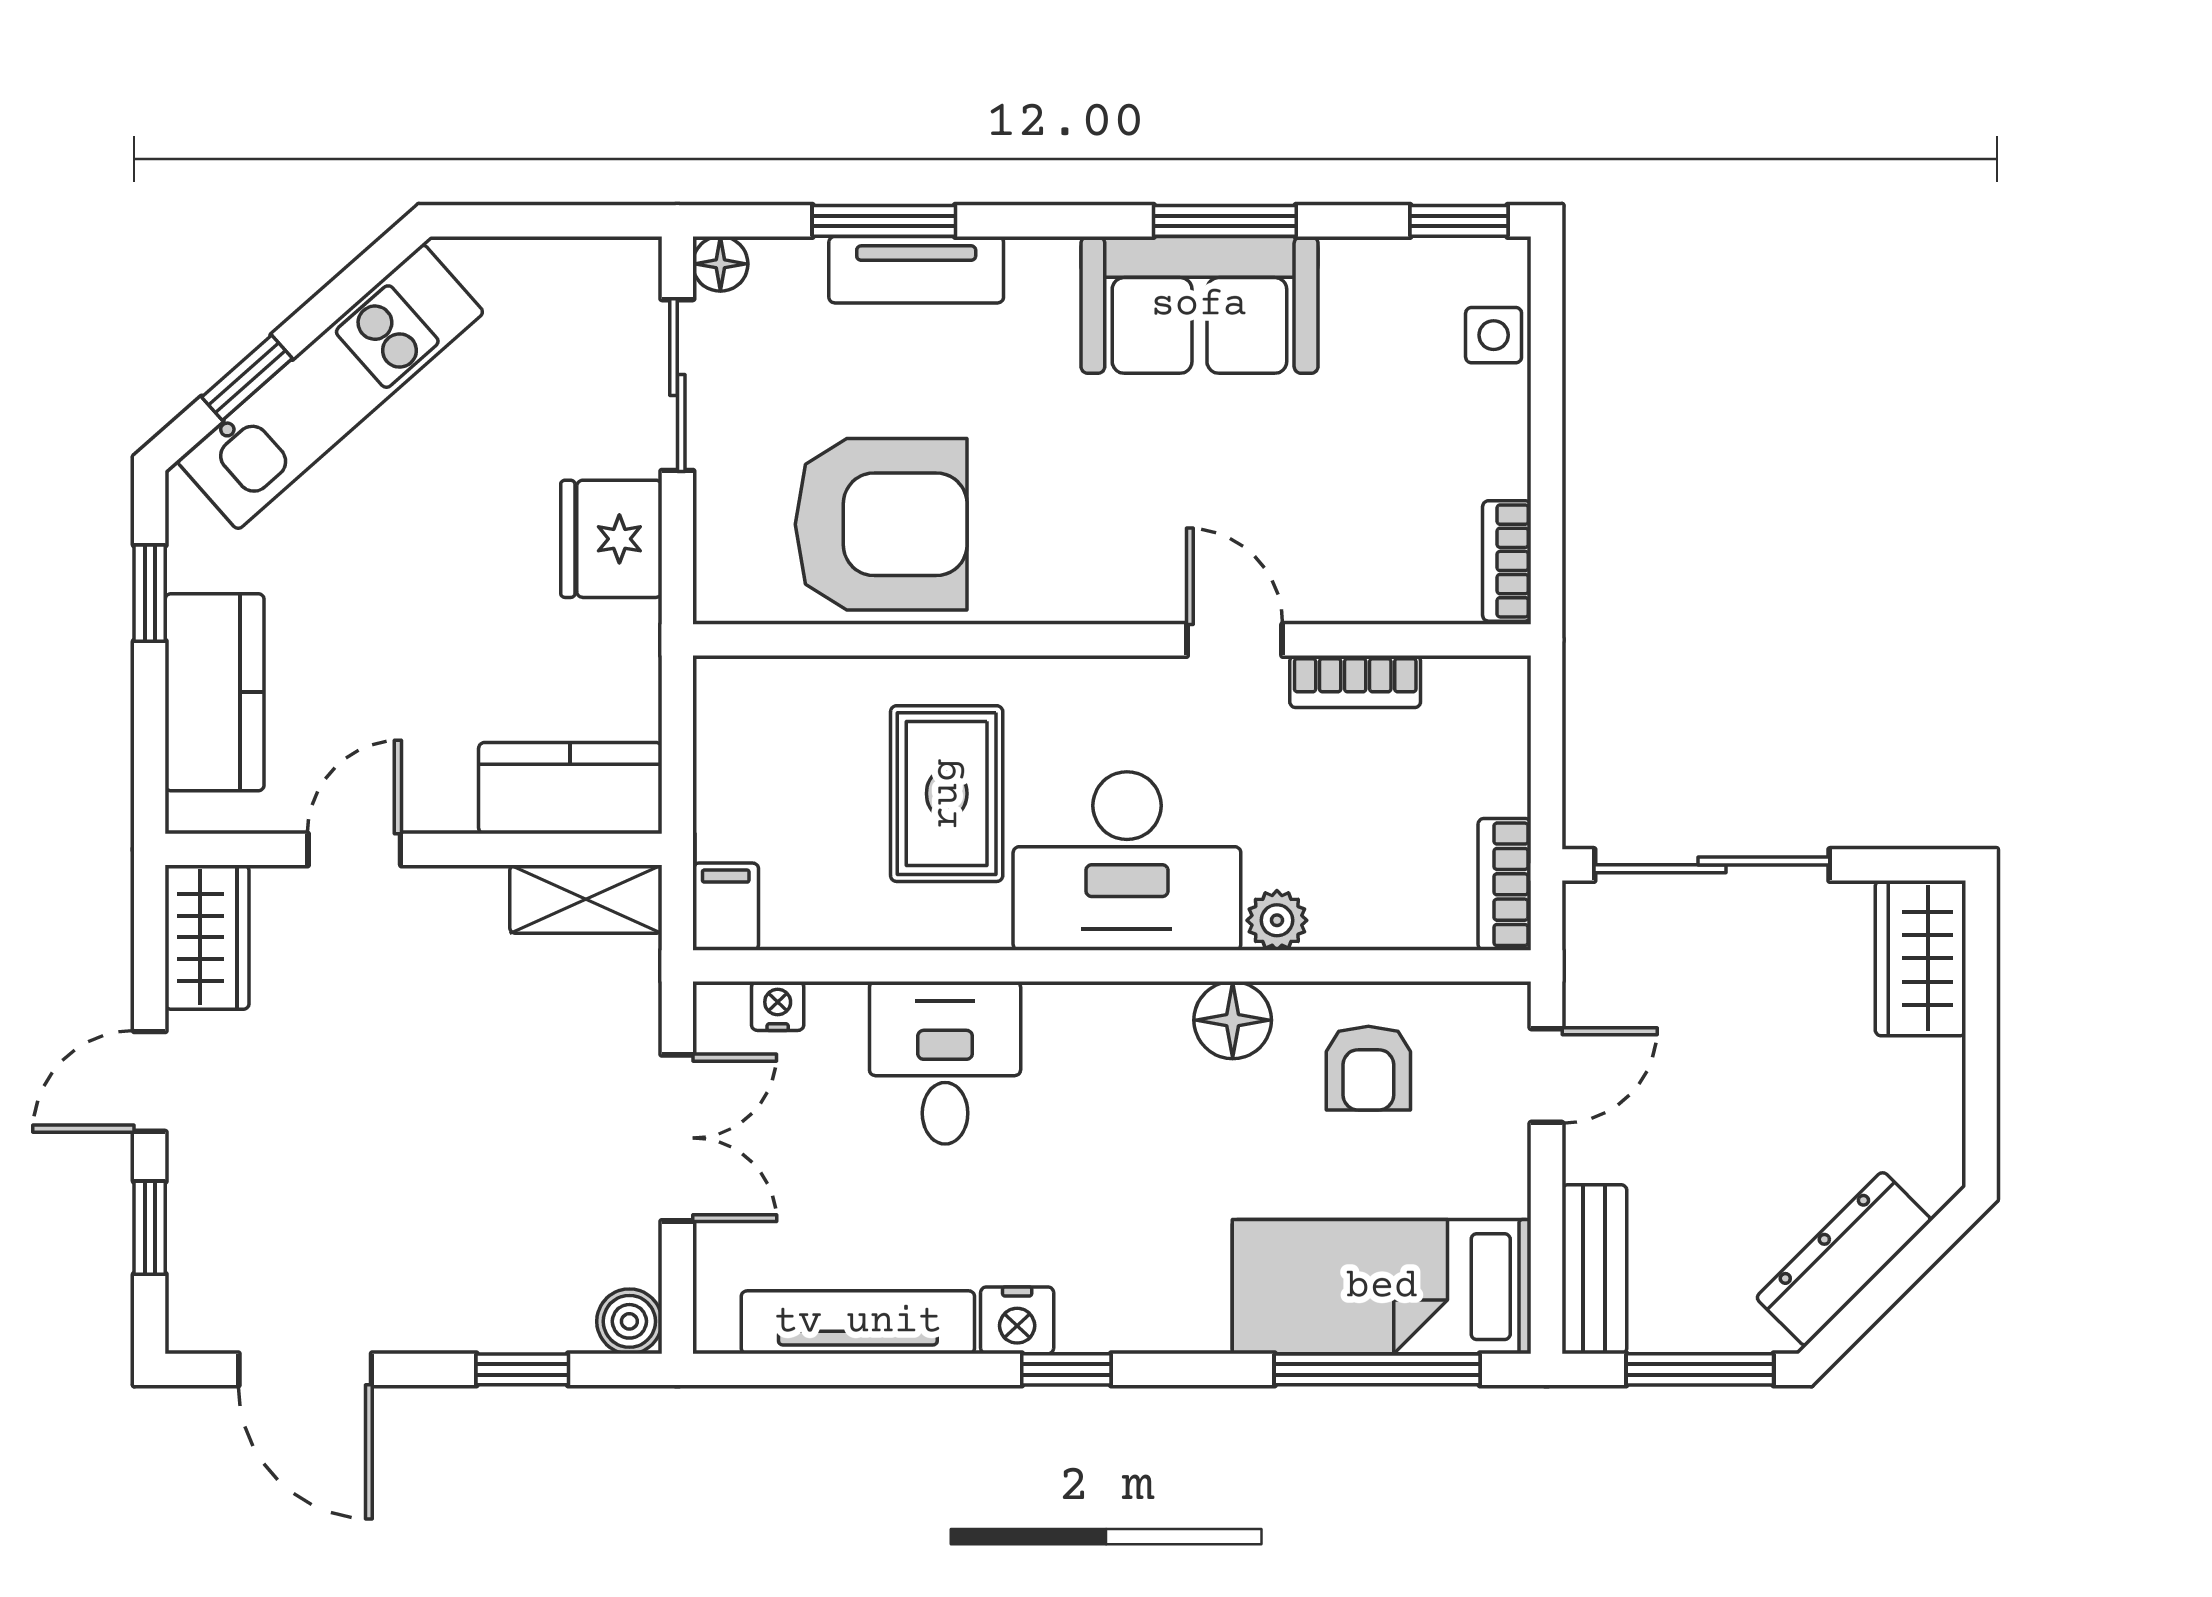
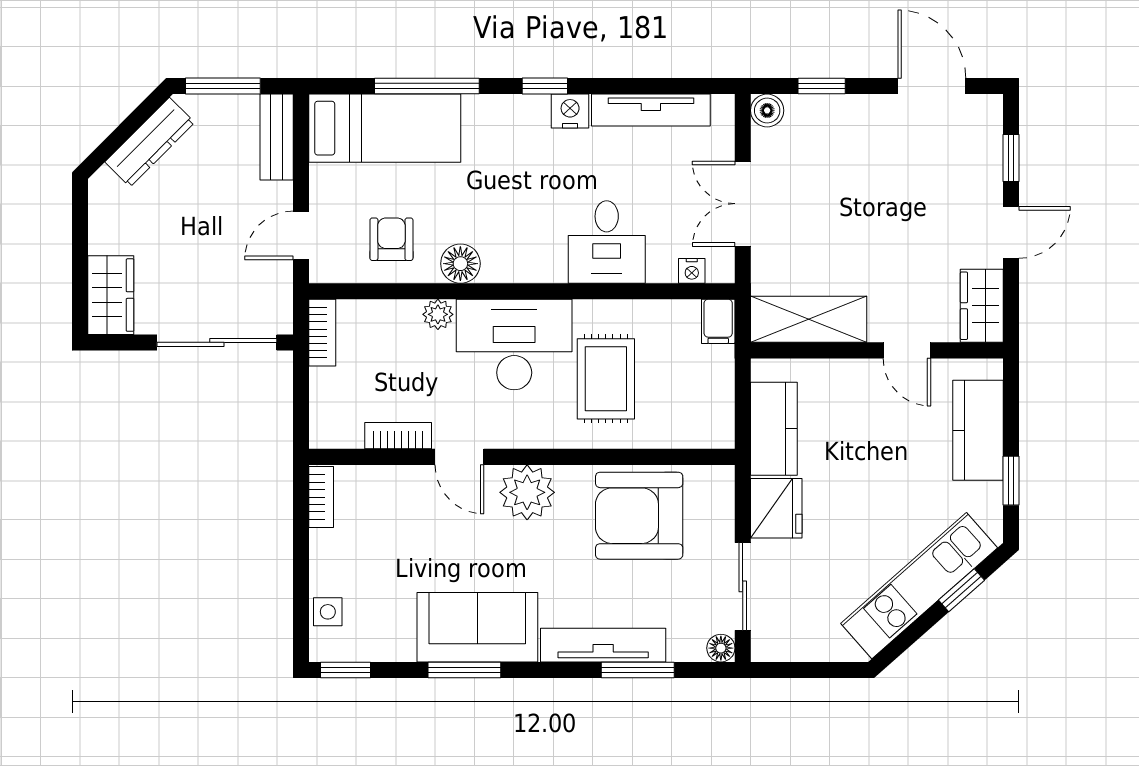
tv unit: (916, 270) -> (603, 645), width x1.41
plant: (1101, 570) -> (527, 492), added
kitchen counter: (570, 788) -> (774, 429), moved, turned -90
door: (354, 849) -> (907, 350), hinge flipped
shelving: (586, 899) -> (809, 319), width x1.50, depth x1.33
window: (1377, 1369) -> (427, 86), moved

